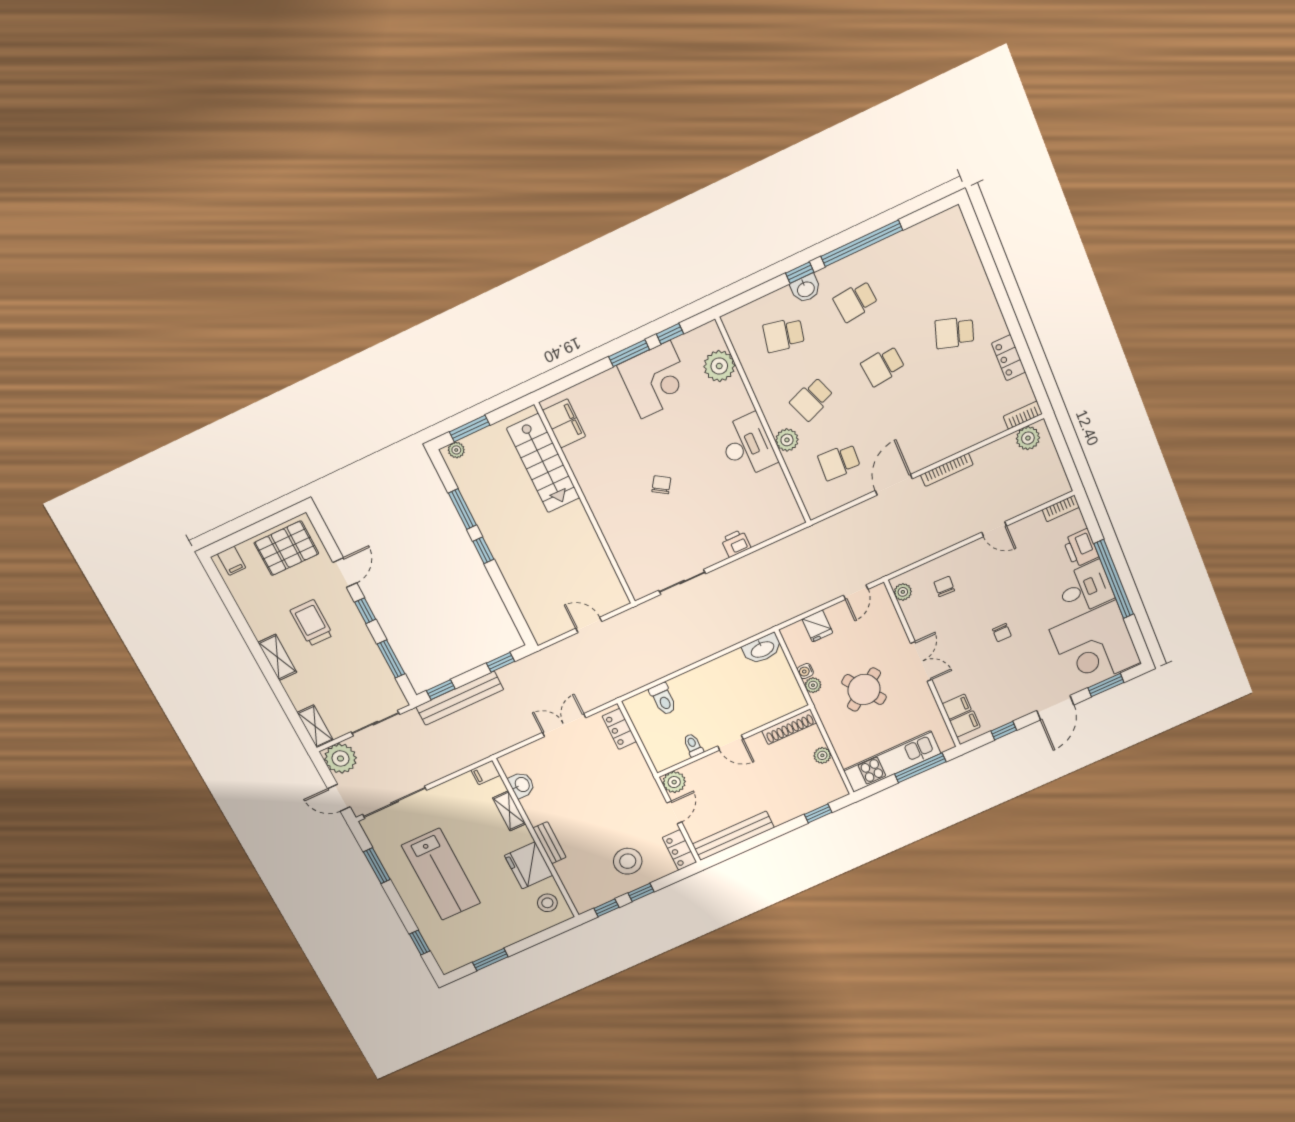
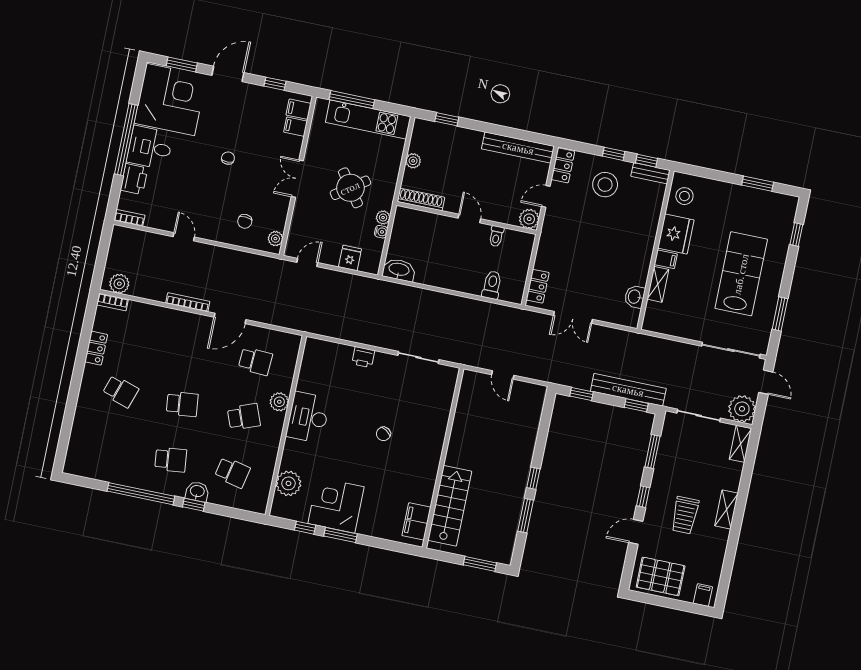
plant: (456, 450) -> (499, 557), removed
filing cabinet: (486, 773) -> (666, 259), moved
bench: (549, 843) -> (650, 173), moved, turned 90

